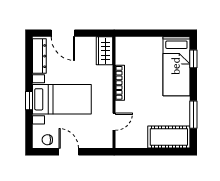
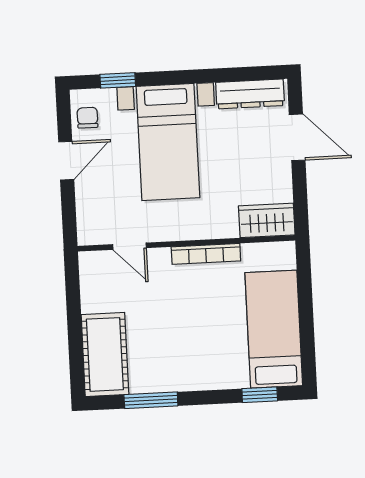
door: (63, 33) -> (297, 137), swing flipped
bed: (176, 66) -> (274, 329), moved, turned 90
window: (29, 101) -> (118, 80), moved

